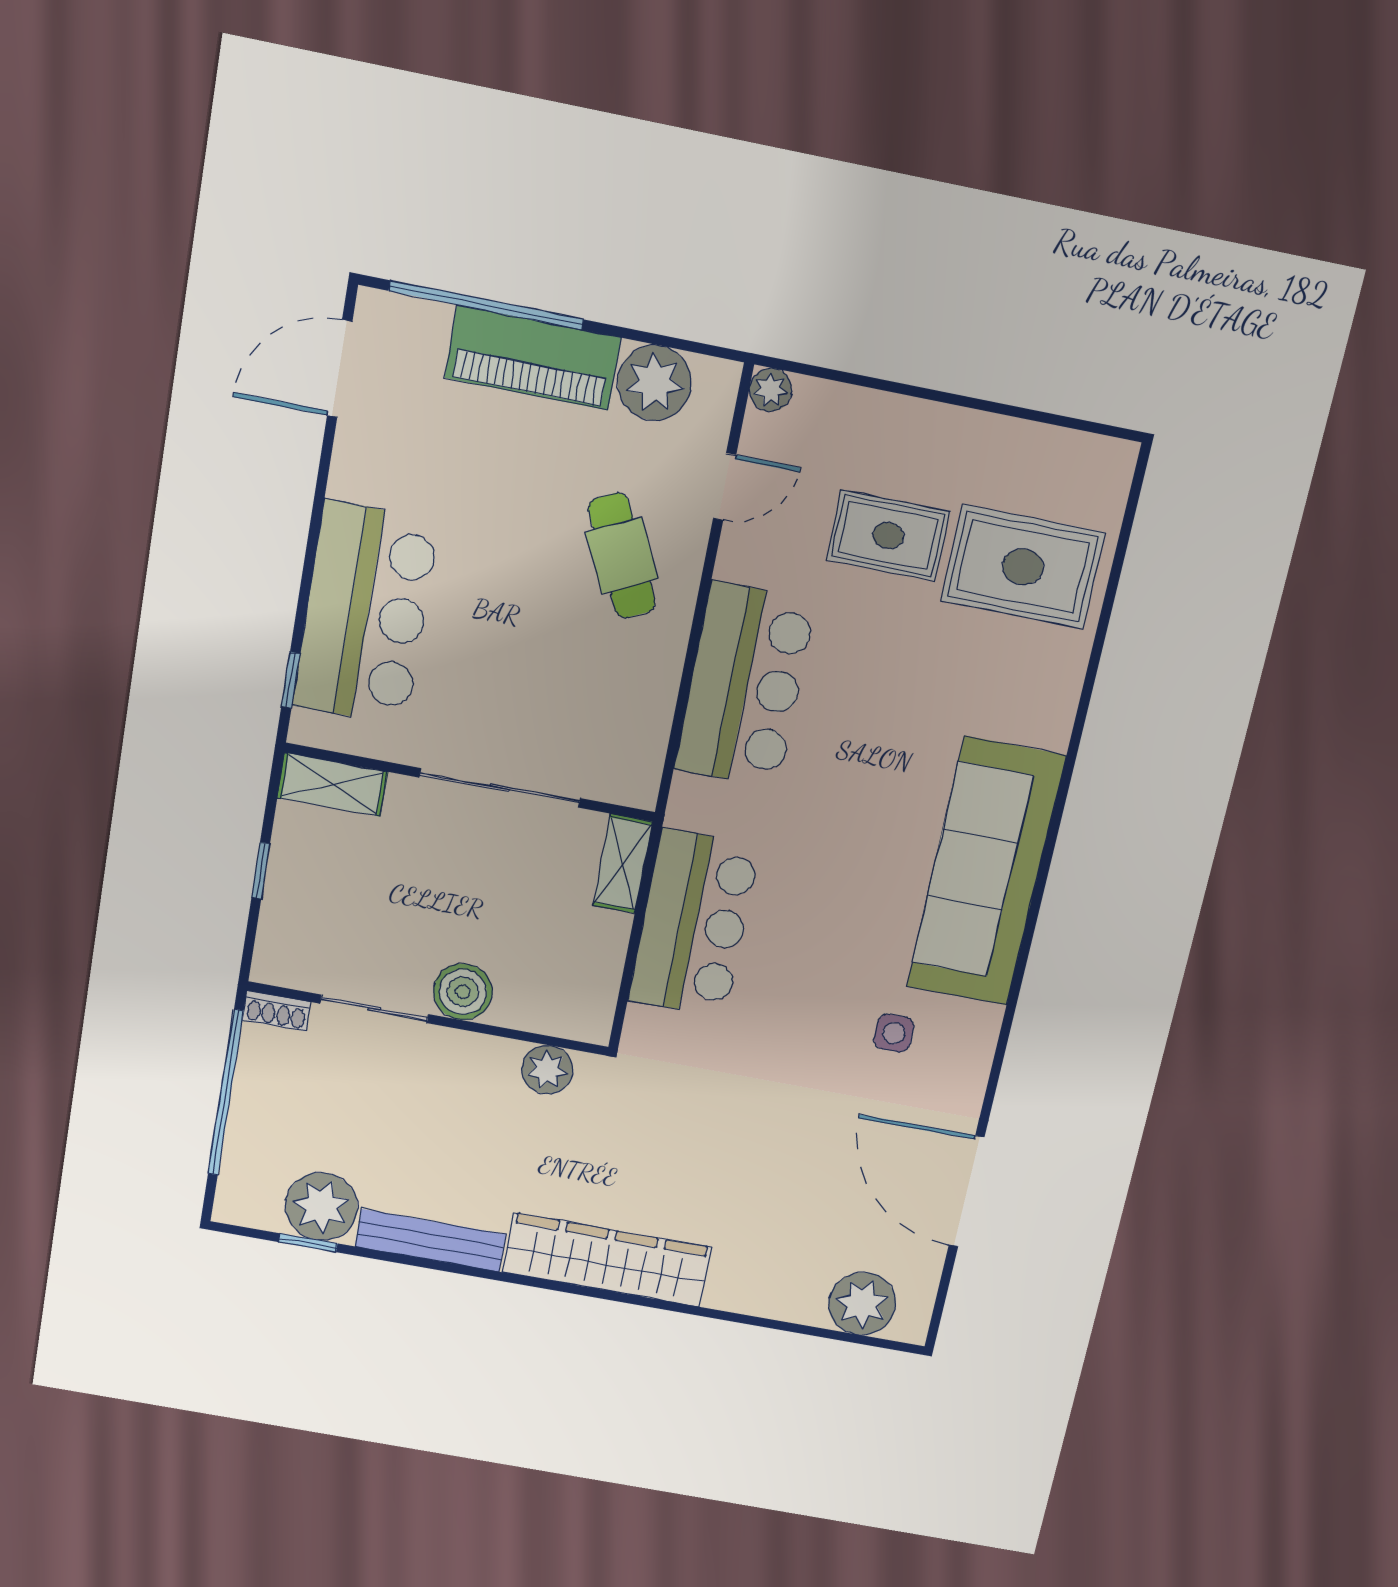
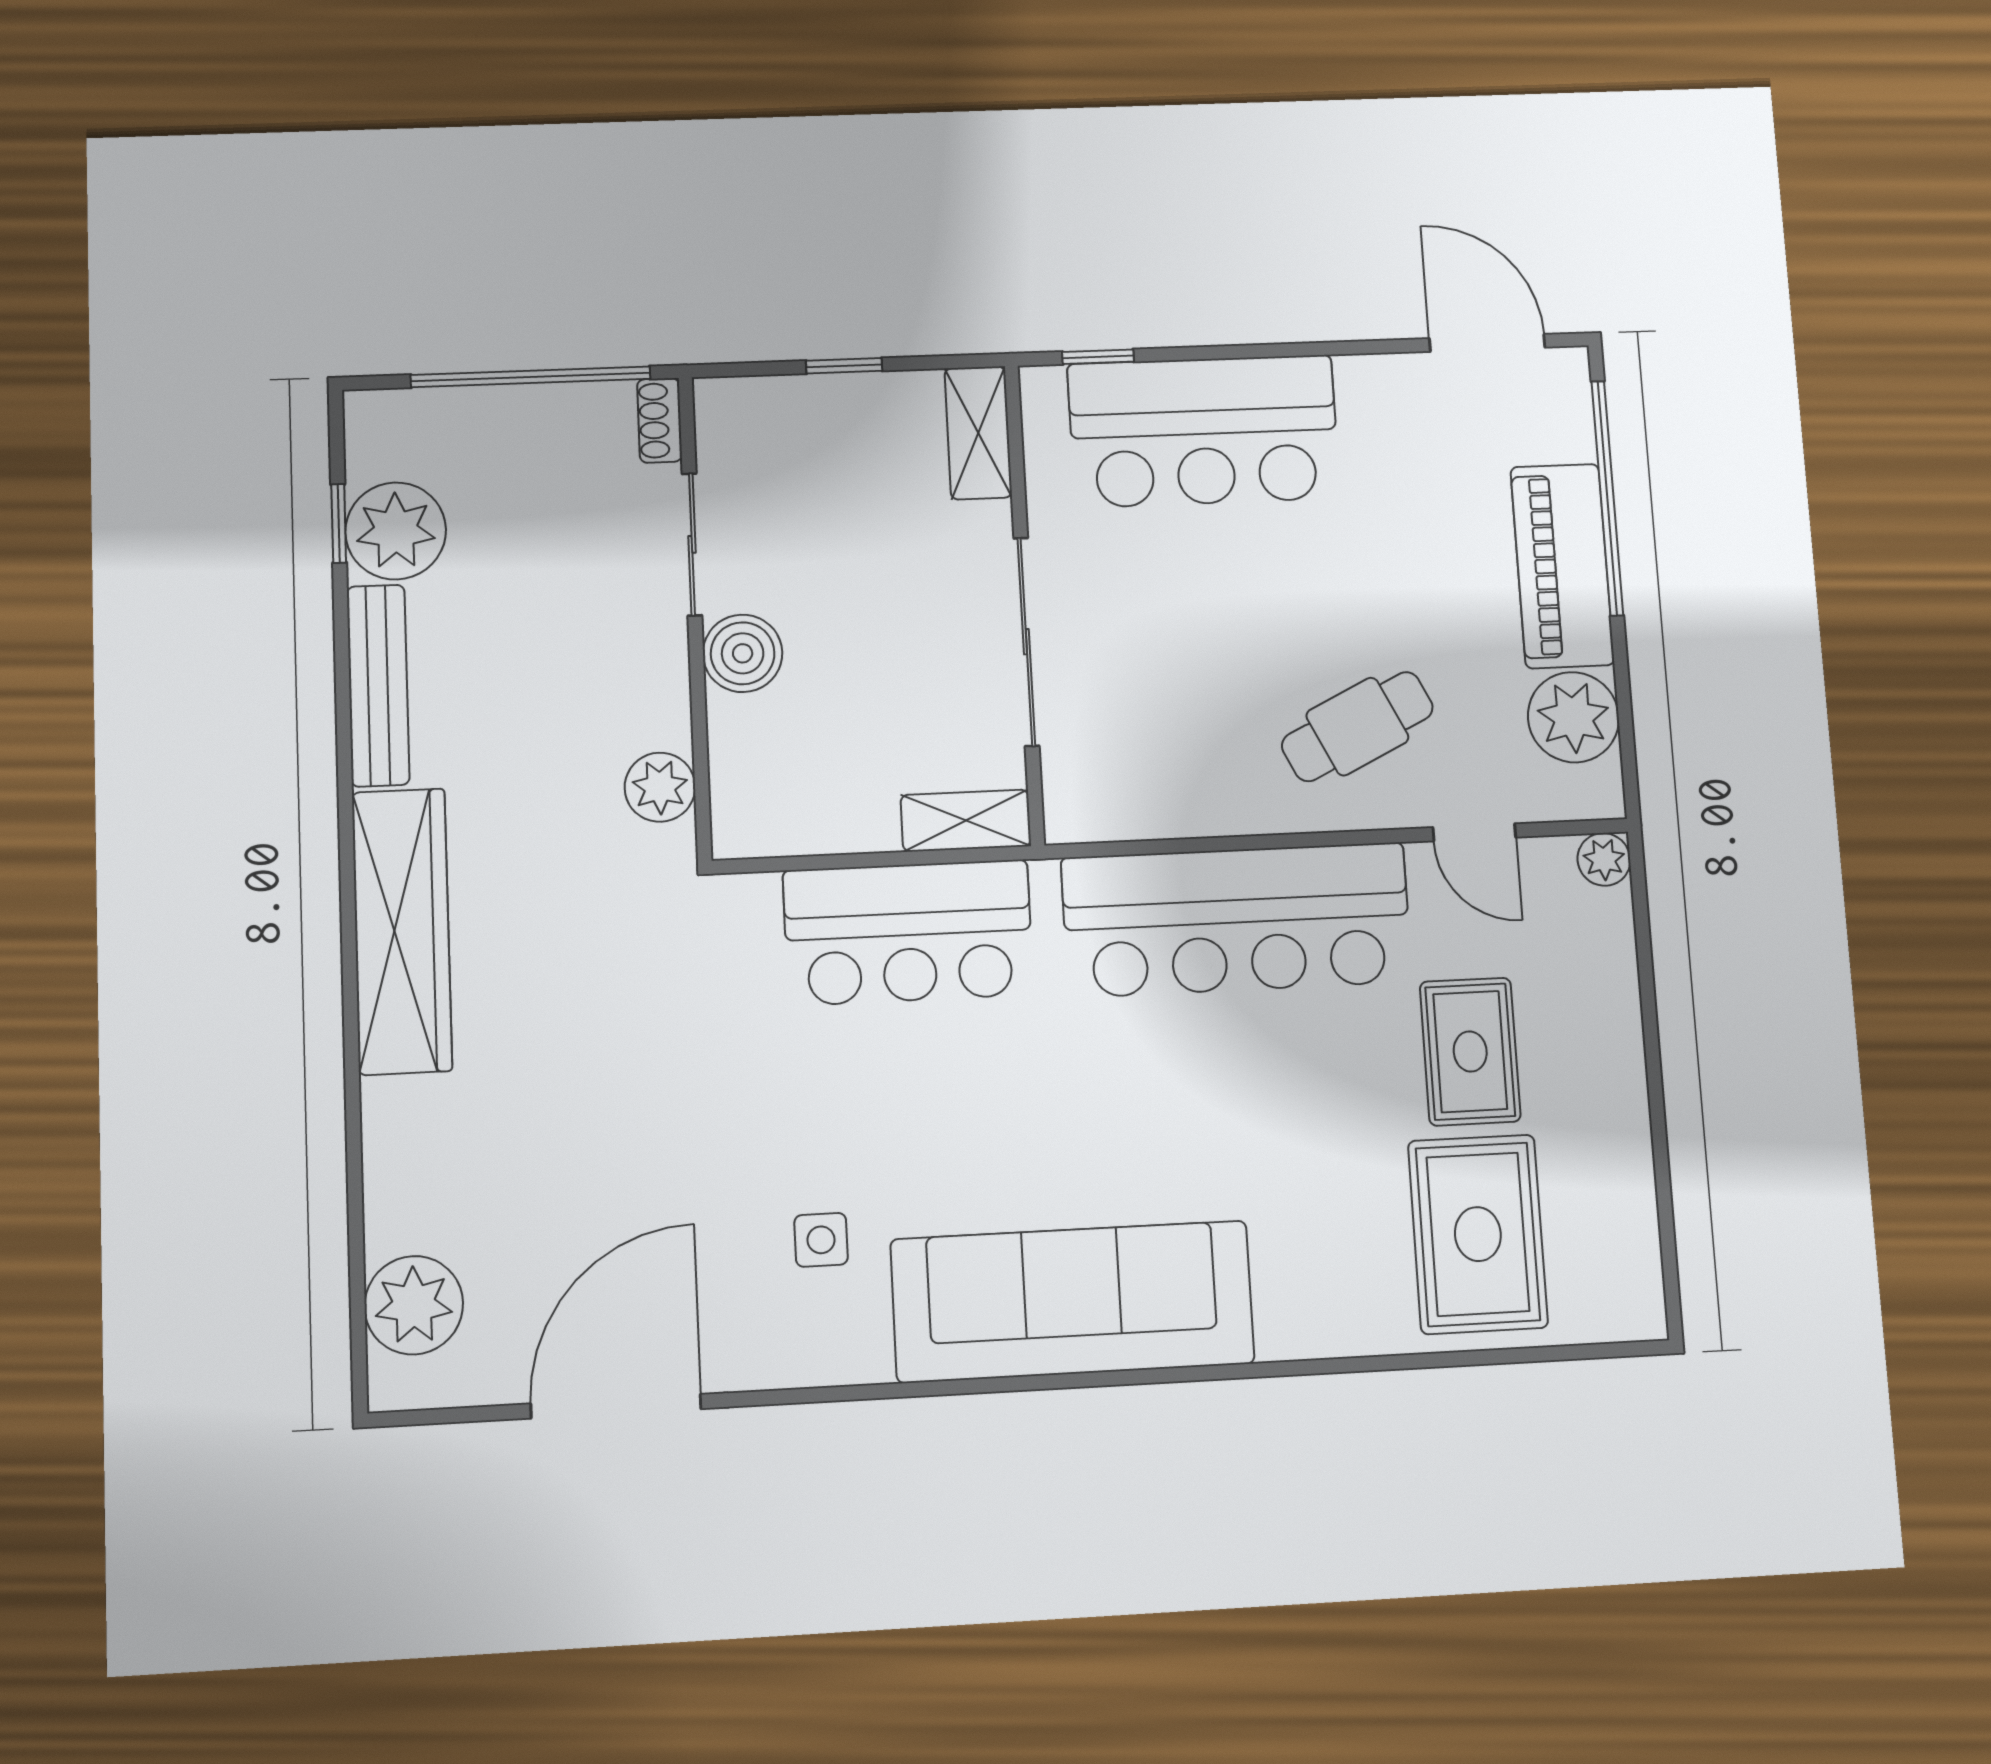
bar counter: (745, 685) -> (1237, 920), width x1.36

